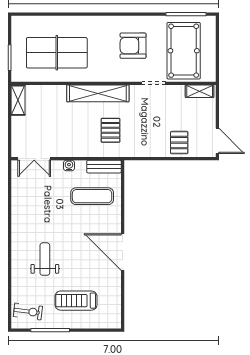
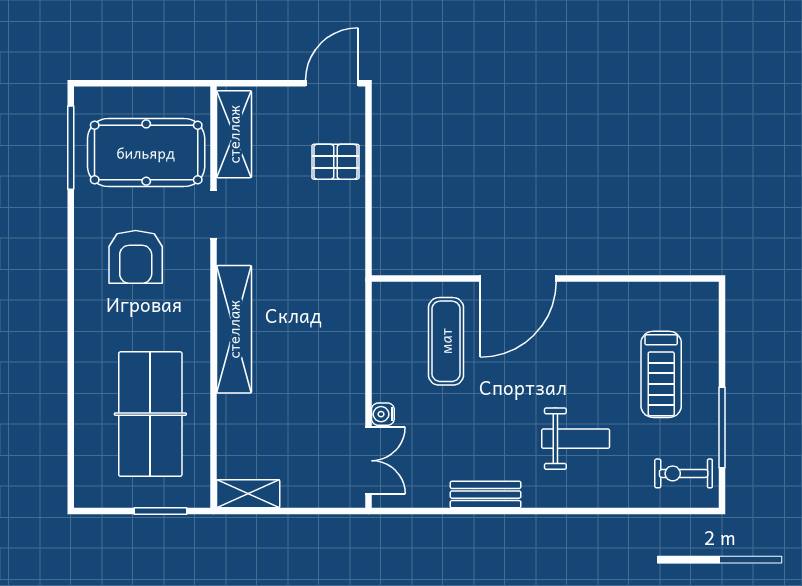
shelving: (200, 91) -> (234, 134), width x1.50, depth x1.33
pallet: (110, 130) -> (310, 303), removed
water cooler: (69, 166) -> (383, 414), moved
bench: (104, 167) -> (486, 495), moved, turned 90
door: (123, 252) -> (518, 279), moved
weight bench: (45, 259) -> (576, 439), turned 180
exercise bike: (28, 311) -> (684, 473), turned -97

